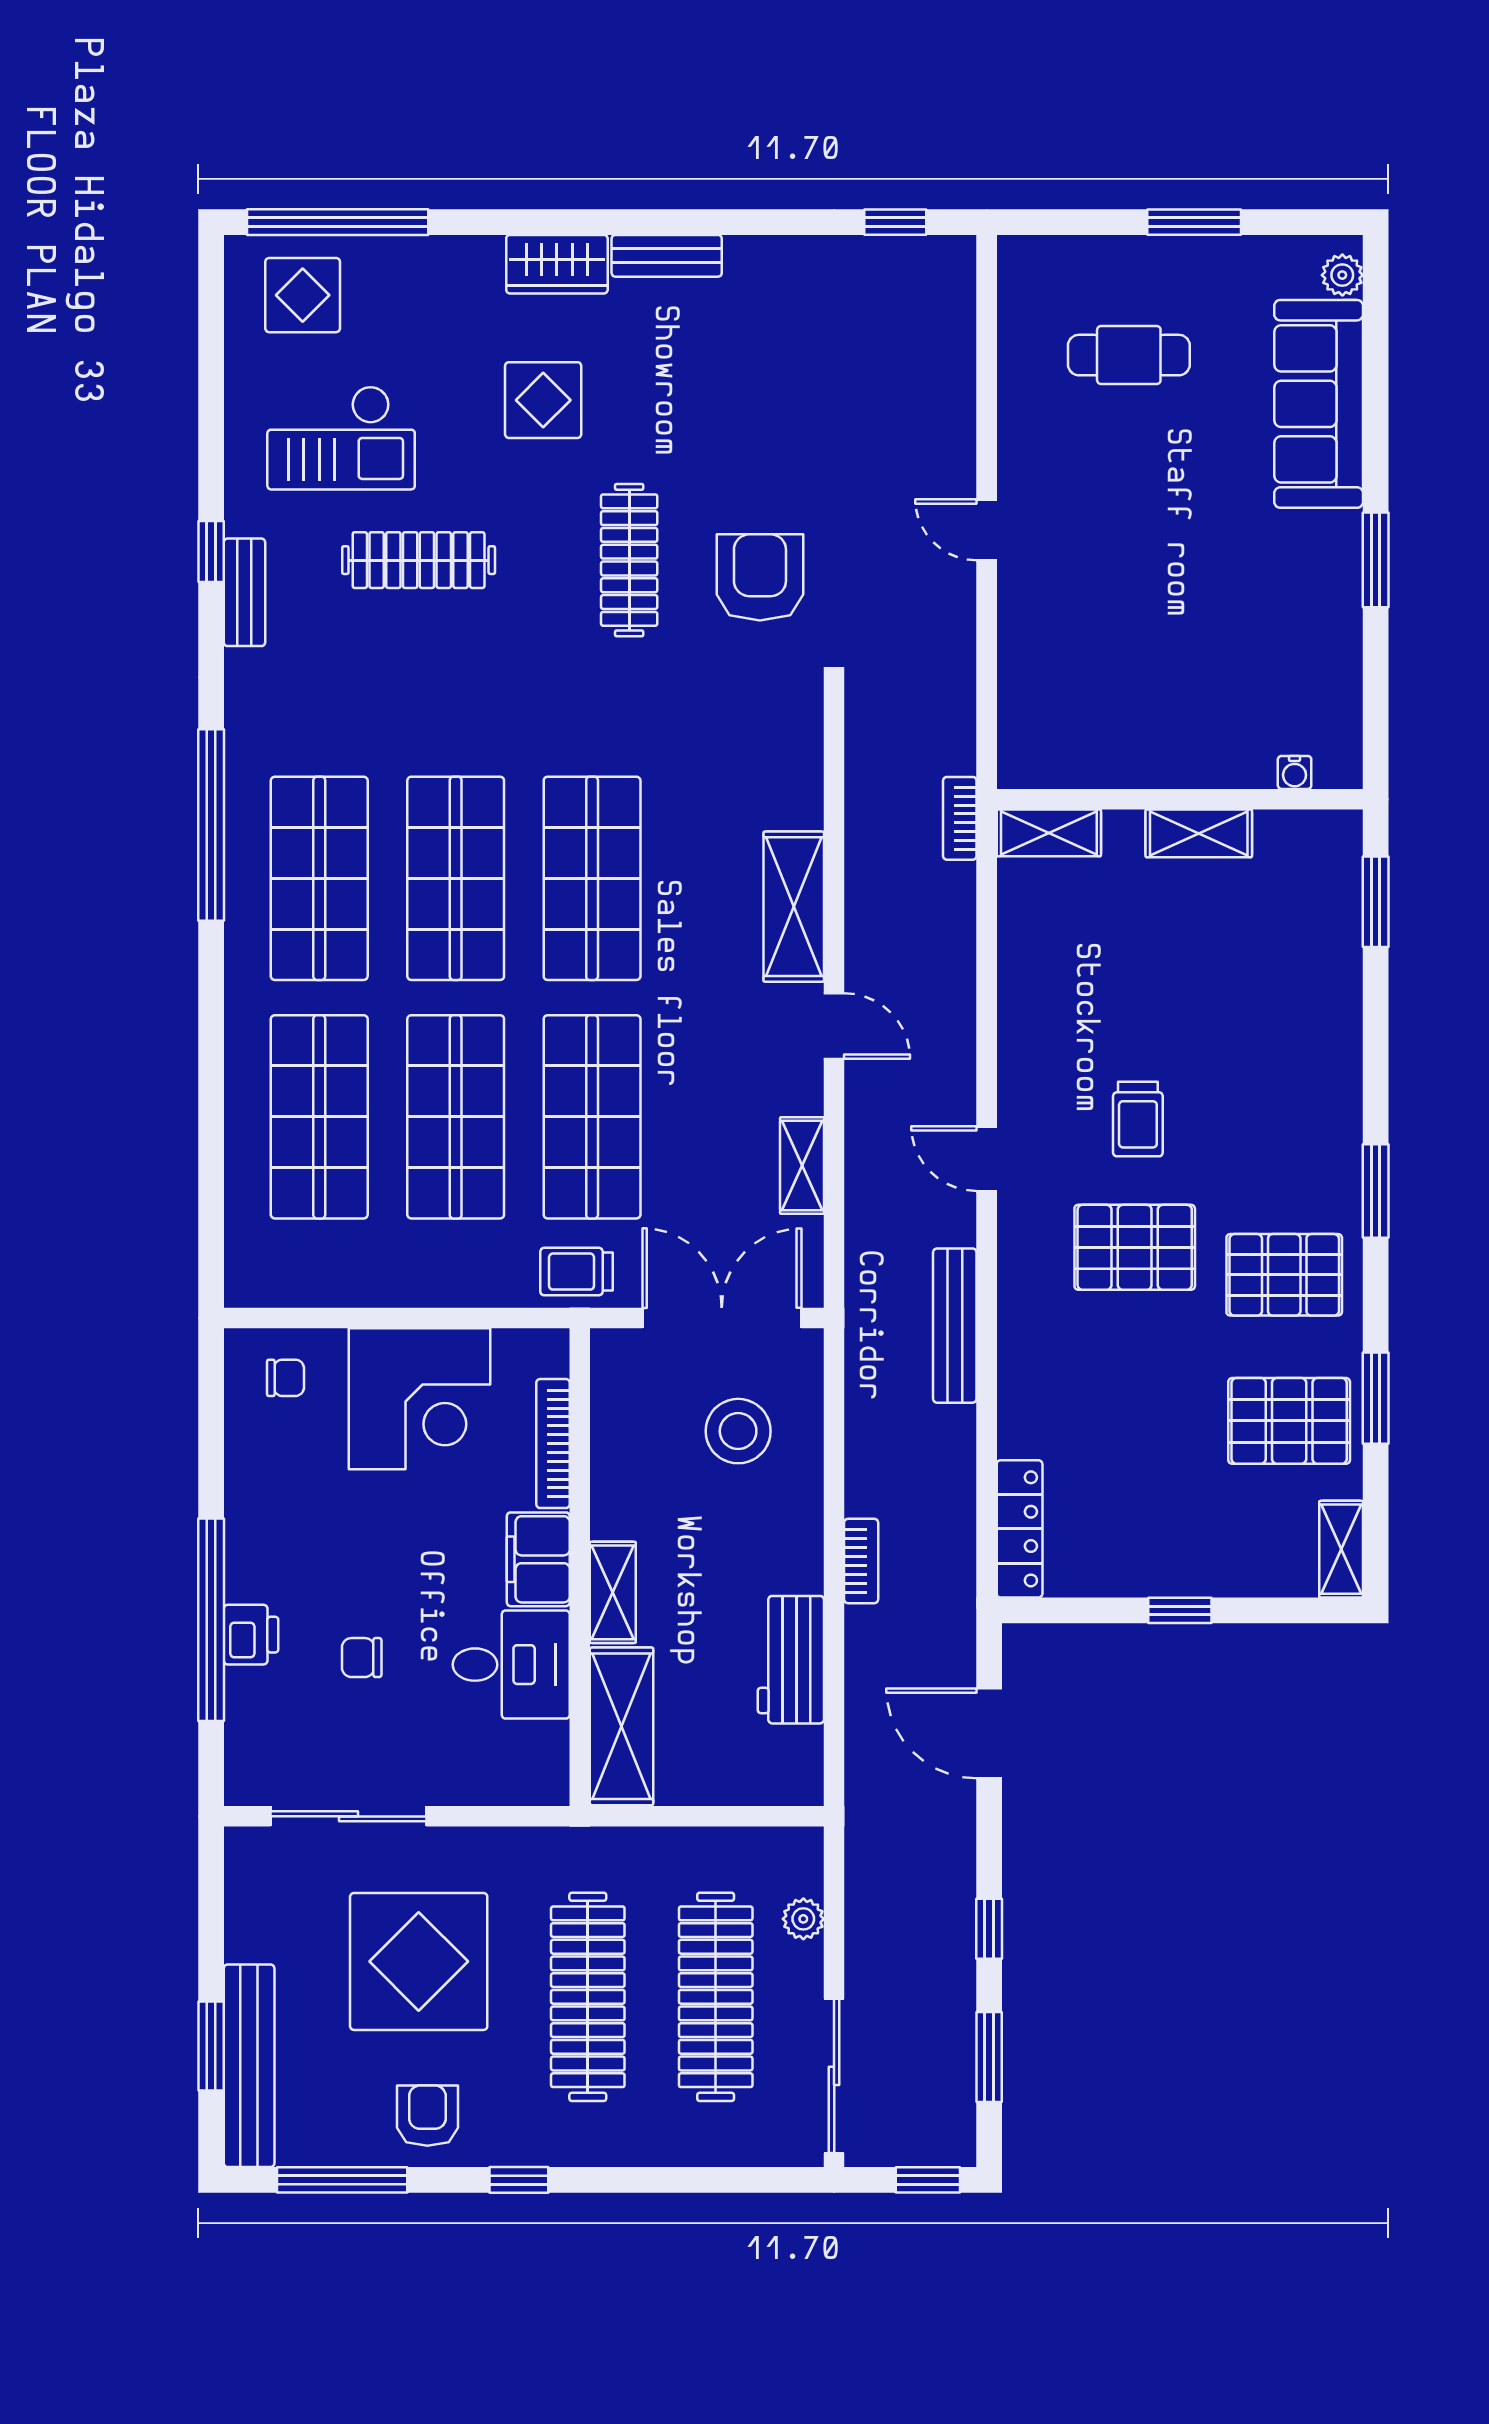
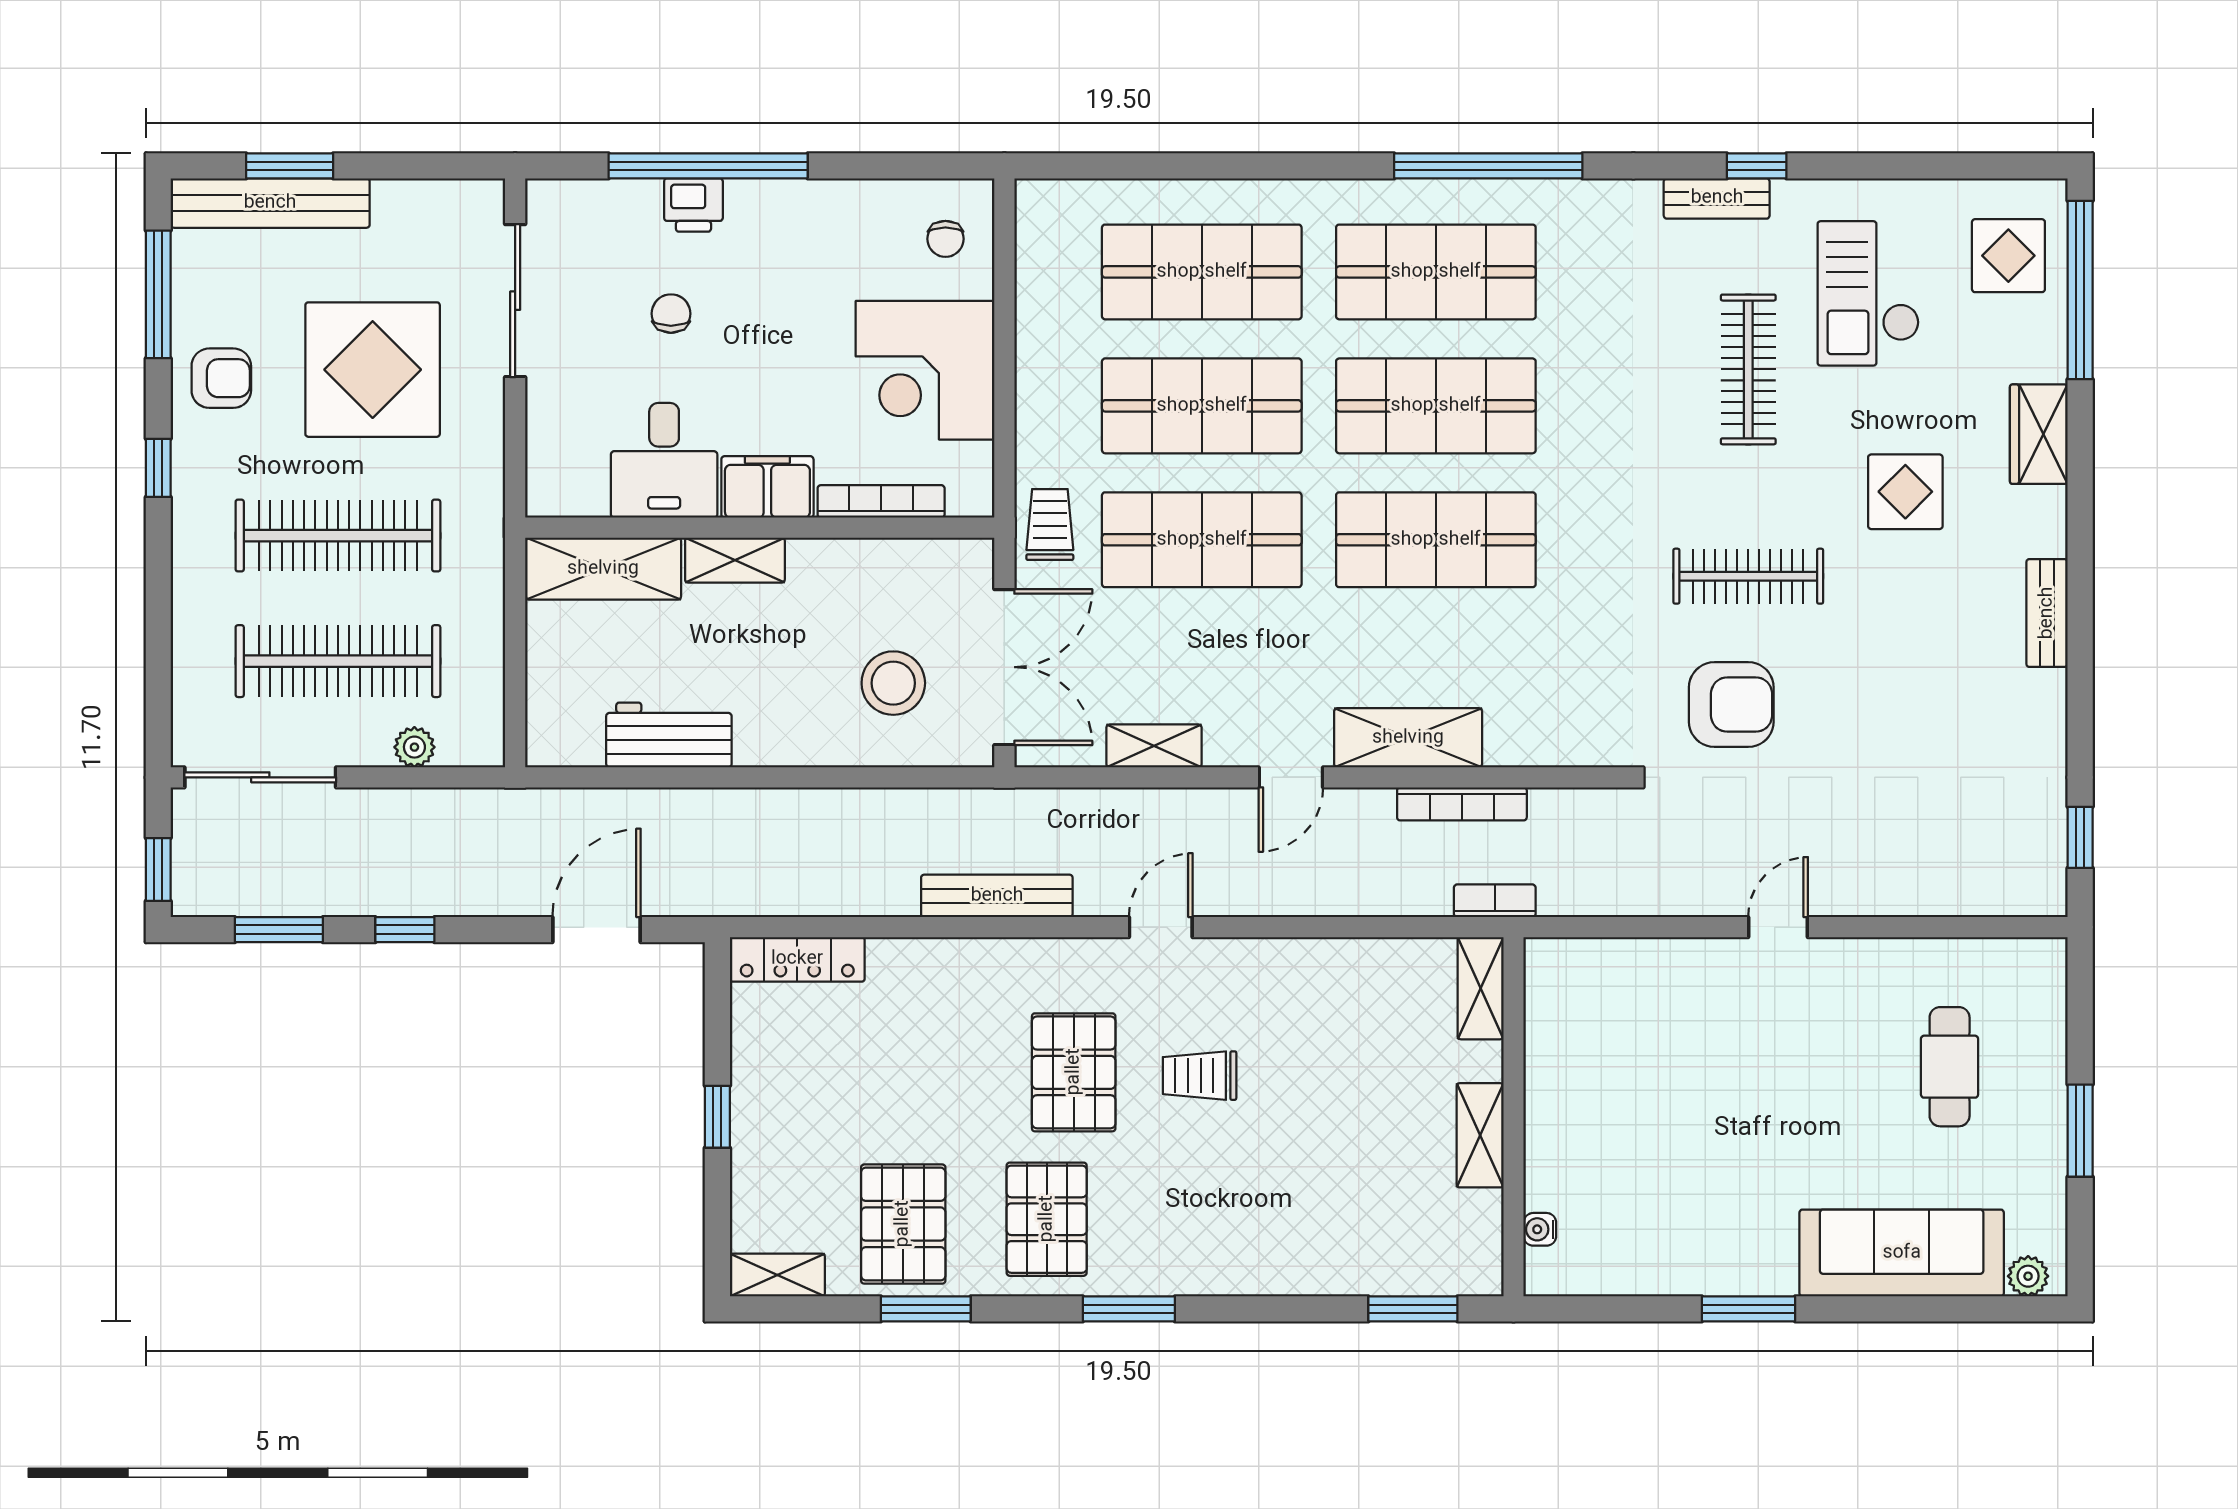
wardrobe: (557, 264) -> (2039, 434), moved
bookcase: (861, 1561) -> (1462, 804), moved, width x1.56

